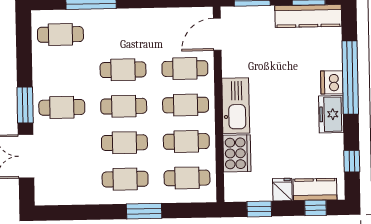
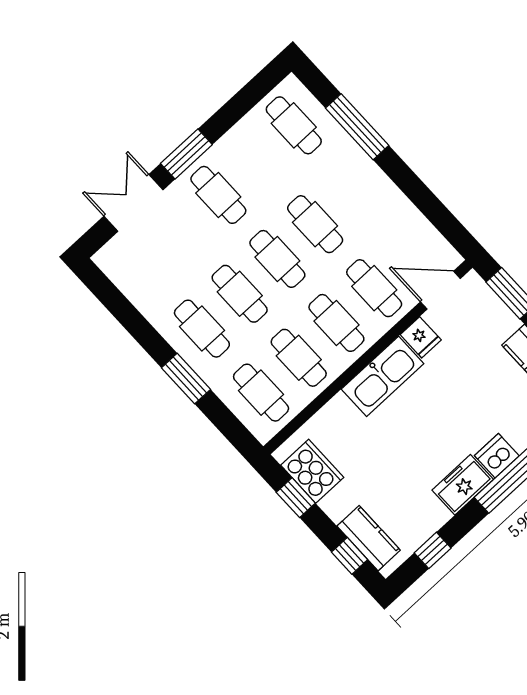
cooker: (237, 153) -> (312, 471), moved, turned -90
fridge: (282, 190) -> (421, 337), moved, turned 90

